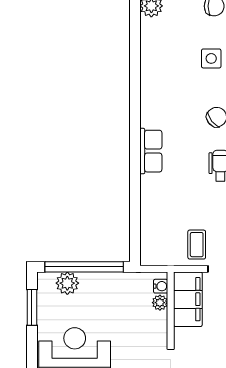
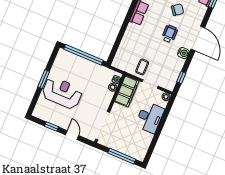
plant: (67, 283) -> (72, 59), removed
window: (32, 307) -> (44, 79), moved

